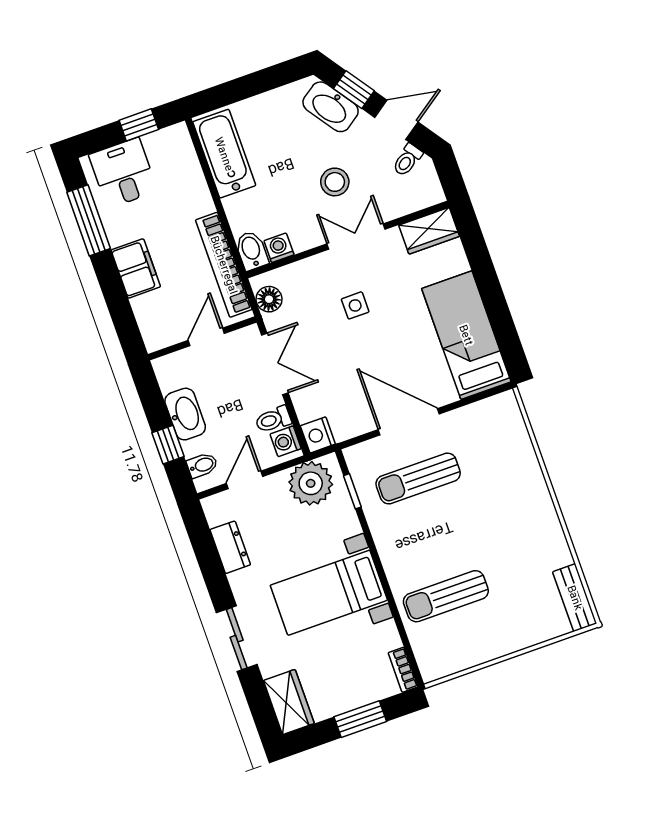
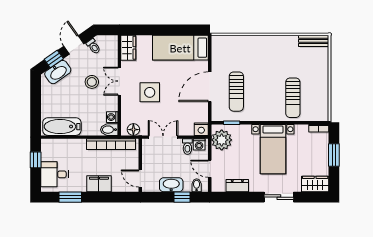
window: (89, 220) -> (70, 197), width x0.69
side table: (355, 305) -> (150, 92), width x1.87, depth x1.87
door: (206, 337) -> (140, 178), moved

